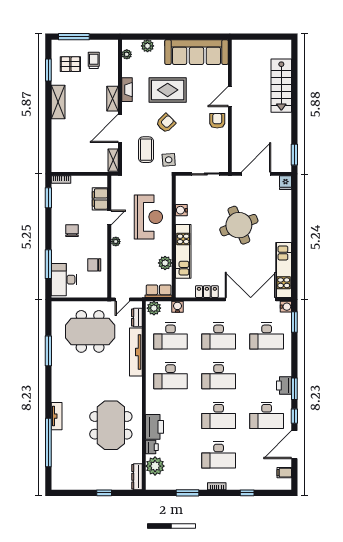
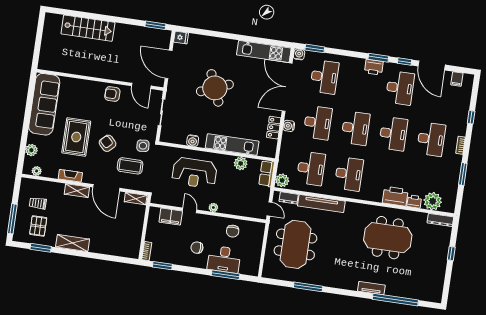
door: (230, 96) -> (141, 86), moved
reception desk: (148, 217) -> (194, 173), turned 180
desk: (64, 280) -> (224, 259), moved
water cooler: (177, 307) -> (289, 126), moved

